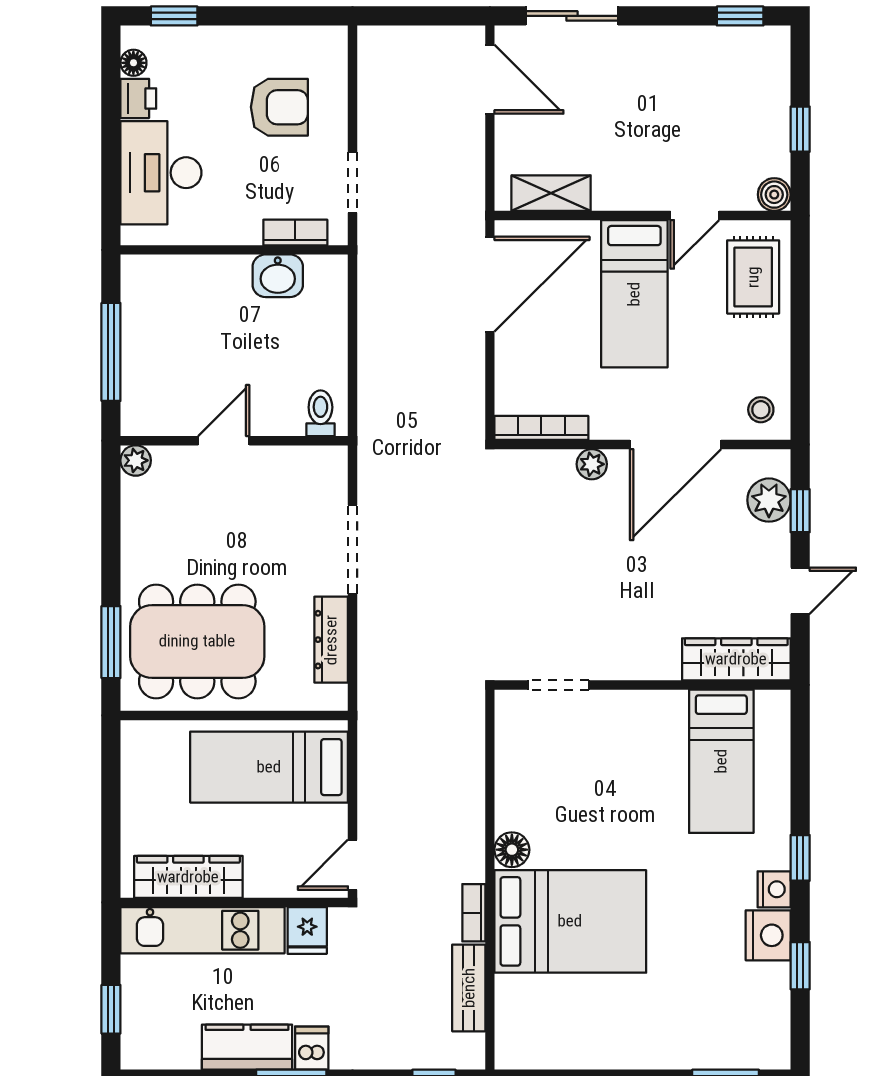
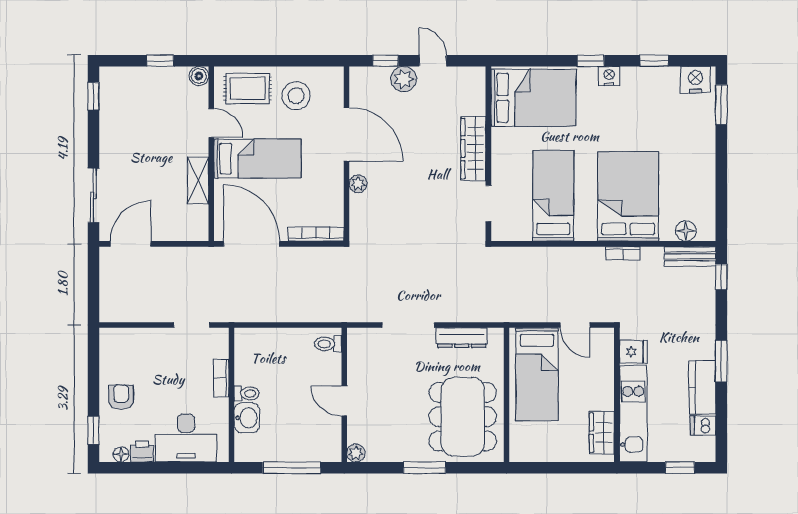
armchair: (279, 107) -> (121, 397), moved, width x0.72, depth x0.72
shelving: (551, 193) -> (198, 180), moved
bookcase: (295, 232) -> (221, 378), moved
toilet: (237, 276) -> (247, 393), added
washbasin: (278, 276) -> (247, 418), moved
stool: (761, 410) -> (296, 96), moved, width x1.89, depth x1.89
bookcase: (541, 428) -> (316, 234), moved, turned 90
plant: (769, 500) -> (404, 79), moved
window: (111, 642) -> (424, 468), moved
wardrobe: (736, 659) -> (473, 148), moved
bed: (721, 761) -> (533, 98), width x1.50
bed: (571, 795) -> (553, 196), added
floor lamp: (512, 850) -> (686, 231), moved
door: (352, 865) -> (575, 325), moved
wardrobe: (188, 877) -> (602, 433), width x0.67
nightstand: (768, 935) -> (695, 80), moved
bench: (469, 988) -> (690, 256), moved
dishwasher: (312, 1048) -> (703, 426), moved

